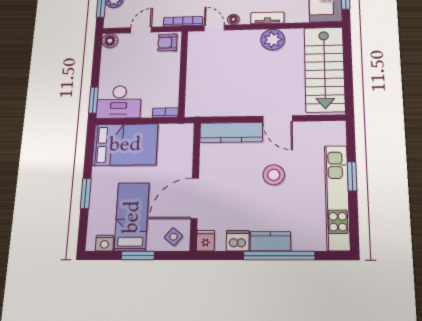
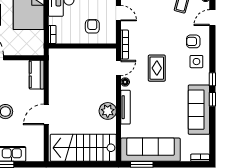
tv unit: (267, 18) -> (125, 107), width x1.41
armchair: (167, 42) -> (92, 26), moved
kitchen counter: (231, 132) -> (37, 75), width x0.67

